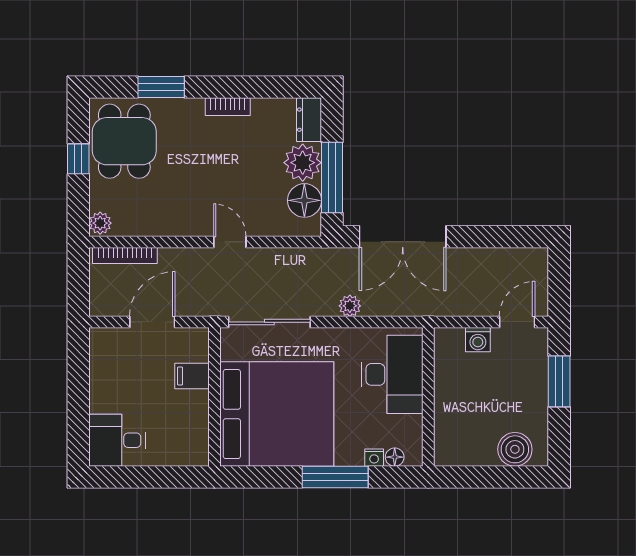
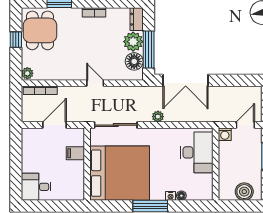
desk: (392, 374) -> (197, 152), moved
wall: (428, 397) -> (216, 164), moved

